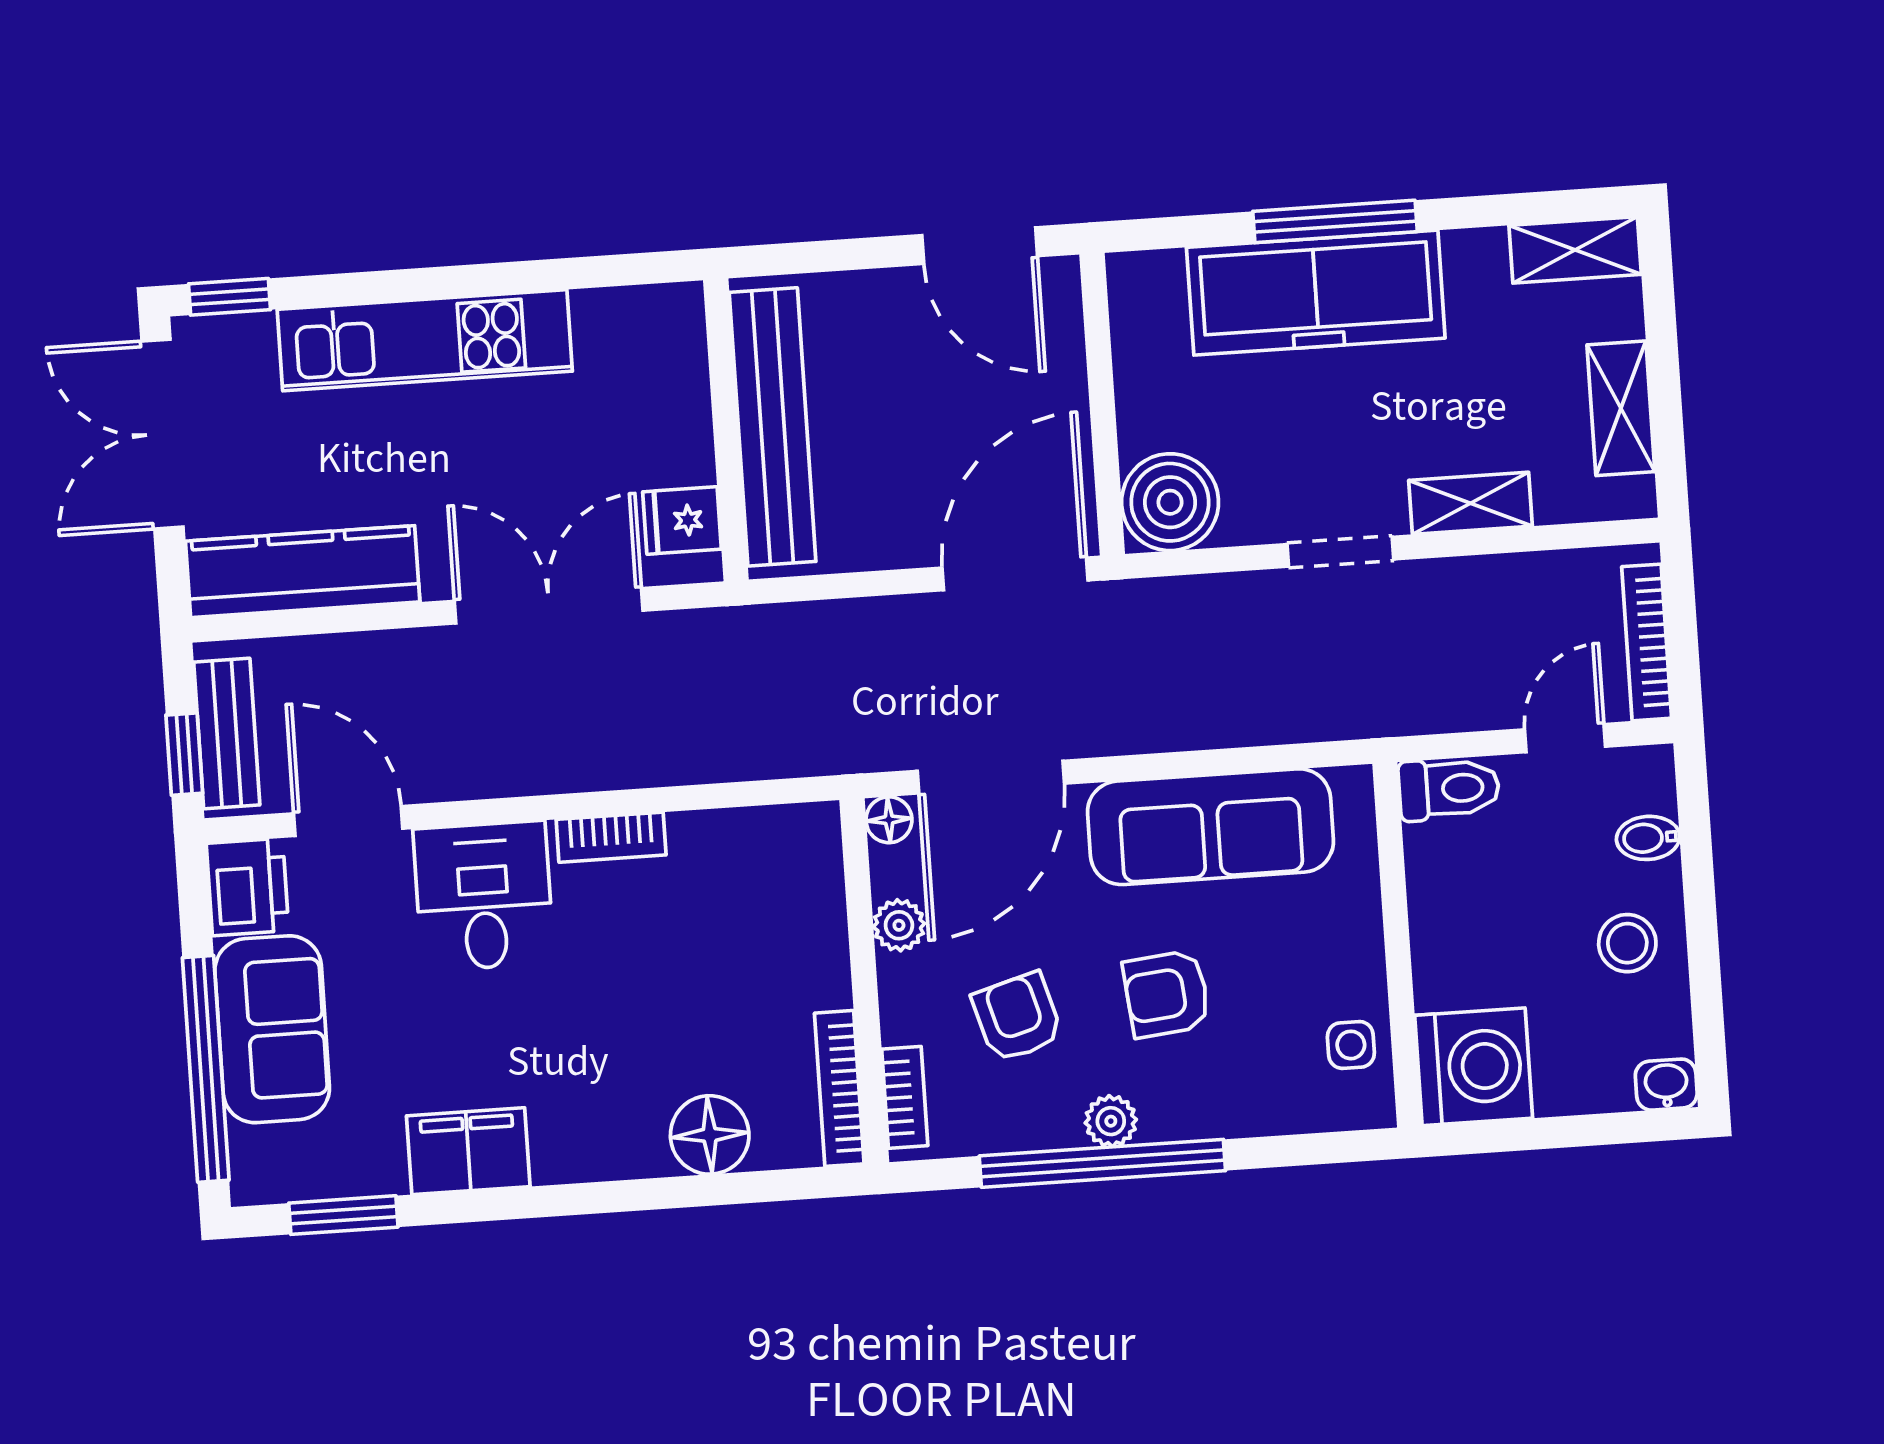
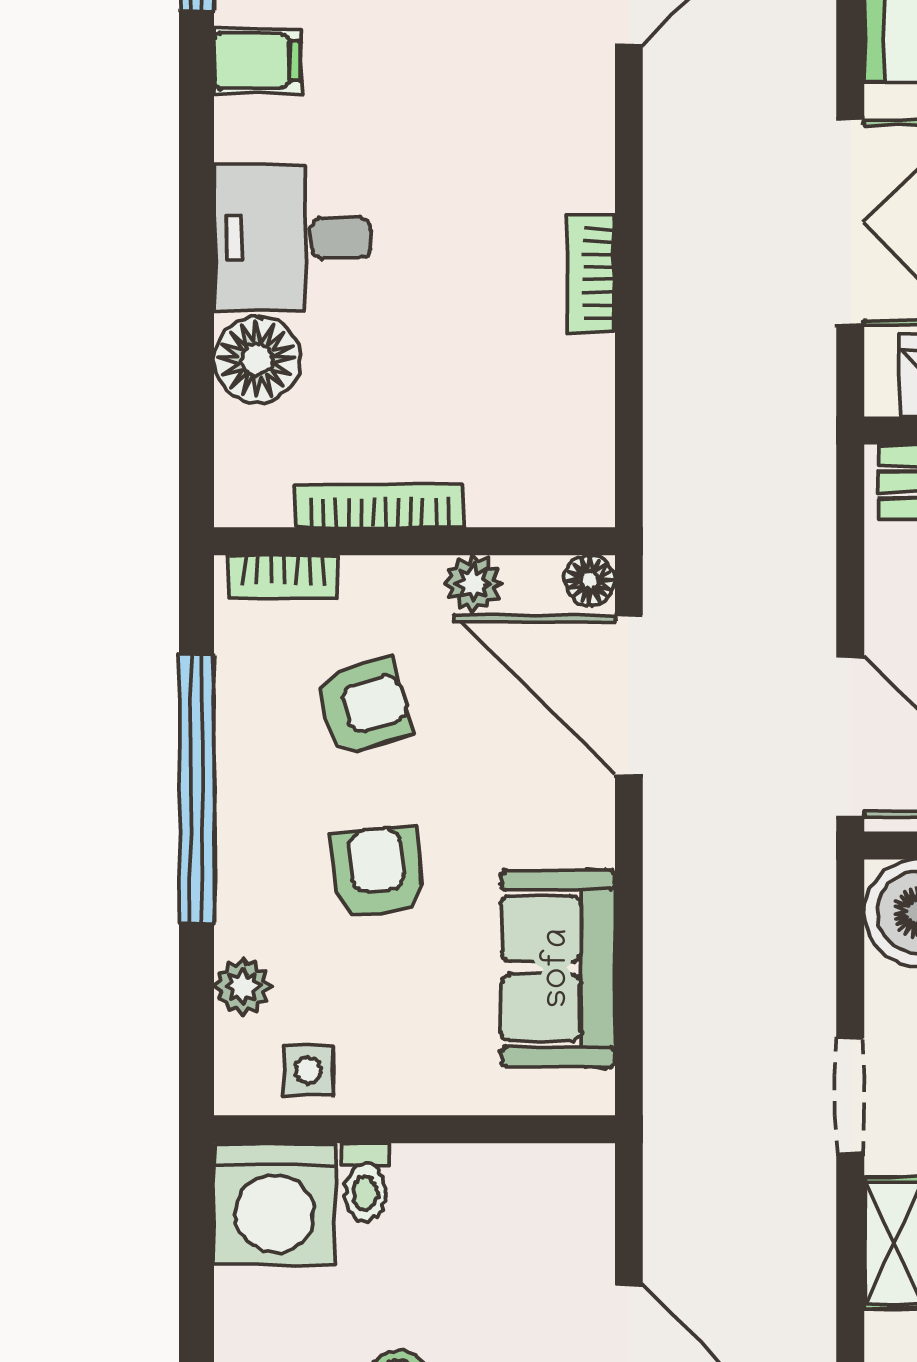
toilet: (1449, 789) -> (365, 1182), moved, width x0.73, depth x0.72
sofa: (1210, 827) -> (558, 968), width x0.73
desk: (484, 896) -> (293, 238), moved, turned 180
bookcase: (839, 1088) -> (380, 506), moved
plant: (1111, 1121) -> (242, 987), moved
filing cabinet: (468, 1151) -> (257, 61), width x0.50

